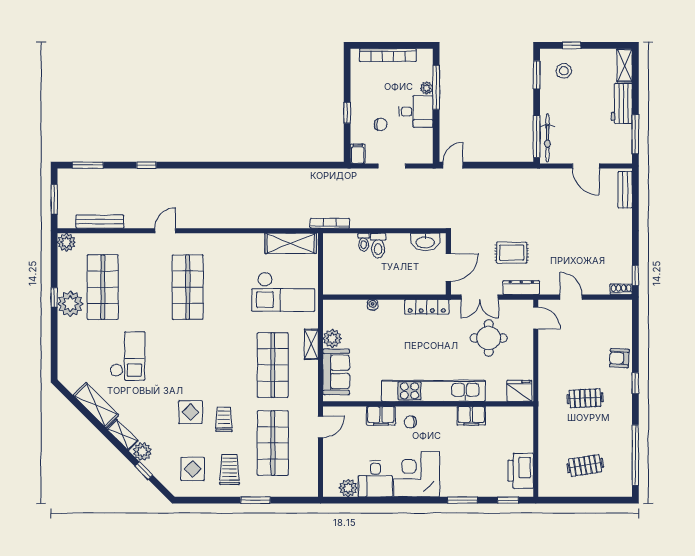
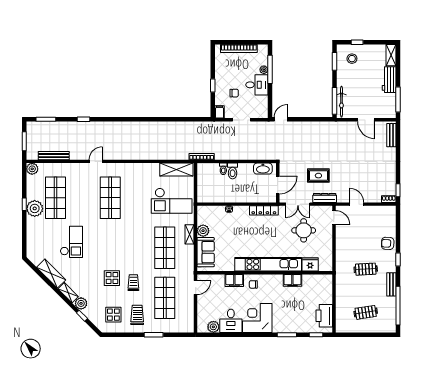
fridge: (519, 391) -> (310, 264), moved
bench: (625, 422) -> (391, 284), added

